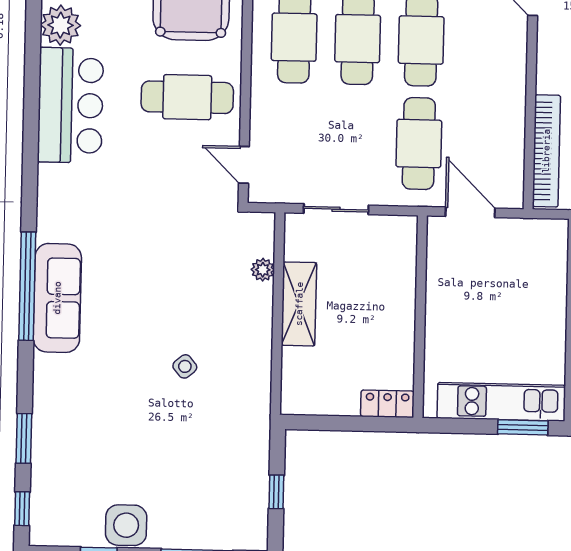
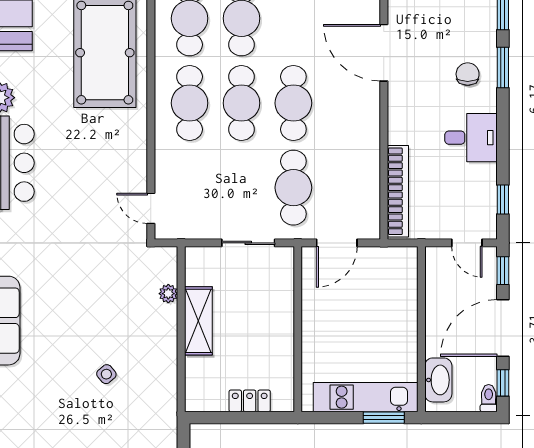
cafe table: (187, 97) -> (103, 154), removed
sliding door: (336, 209) -> (248, 243), moved
door: (470, 212) -> (337, 243), swing flipped
locker: (387, 404) -> (250, 401), moved

